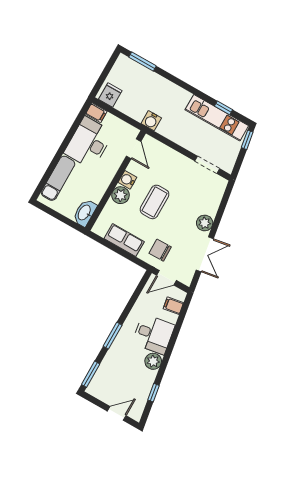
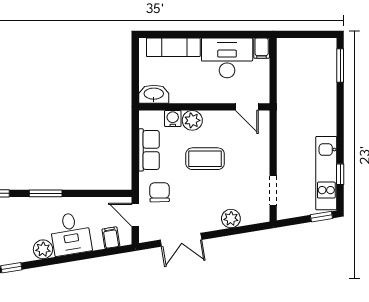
fridge: (110, 95) -> (288, 52), removed
water cooler: (151, 121) -> (285, 108), removed
door: (134, 149) -> (247, 107), hinge flipped
water cooler: (127, 180) -> (173, 119), moved
plant: (205, 223) -> (231, 219), moved

